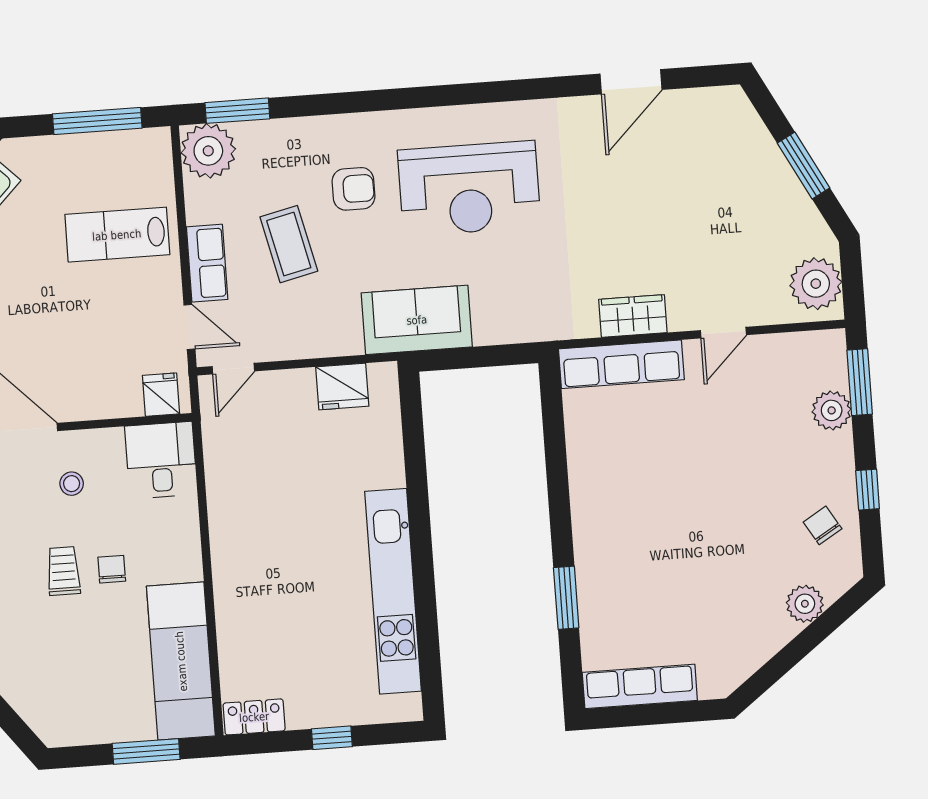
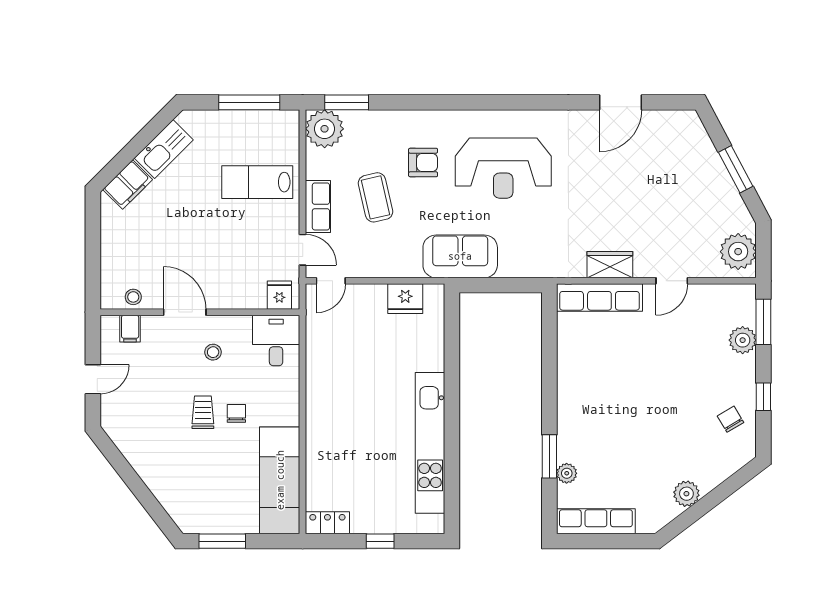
plant: (805, 604) -> (686, 494), moved
plant: (593, 620) -> (567, 473), added
window: (146, 751) -> (222, 541), moved

